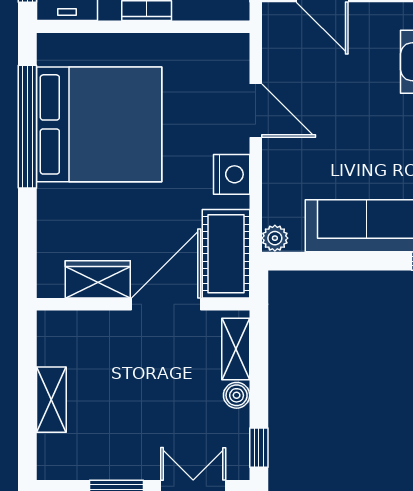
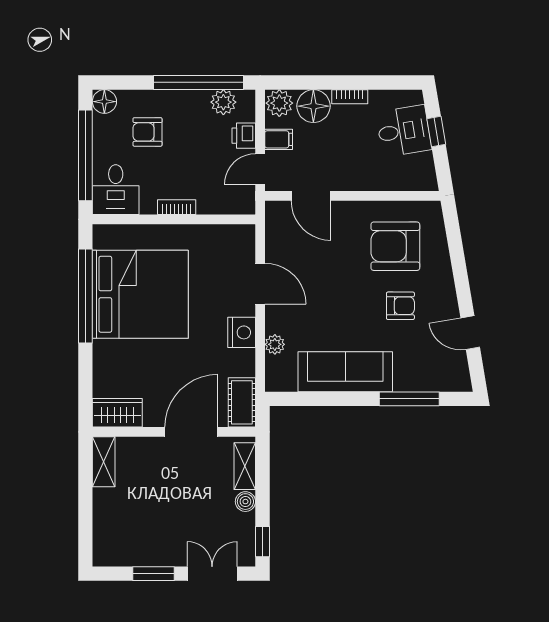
plant: (275, 238) -> (275, 344), moved
cot: (226, 254) -> (242, 402), width x0.73, depth x0.75
wardrobe: (98, 279) -> (117, 413), moved
shelving: (51, 400) -> (104, 462), moved

